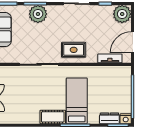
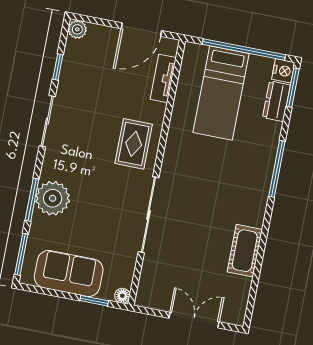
plant: (122, 14) -> (77, 29), width x0.53, depth x0.53
door: (133, 42) -> (141, 30), hinge flipped
bed: (77, 101) -> (221, 93), moved, turned -90
cot: (53, 117) -> (245, 251), moved

